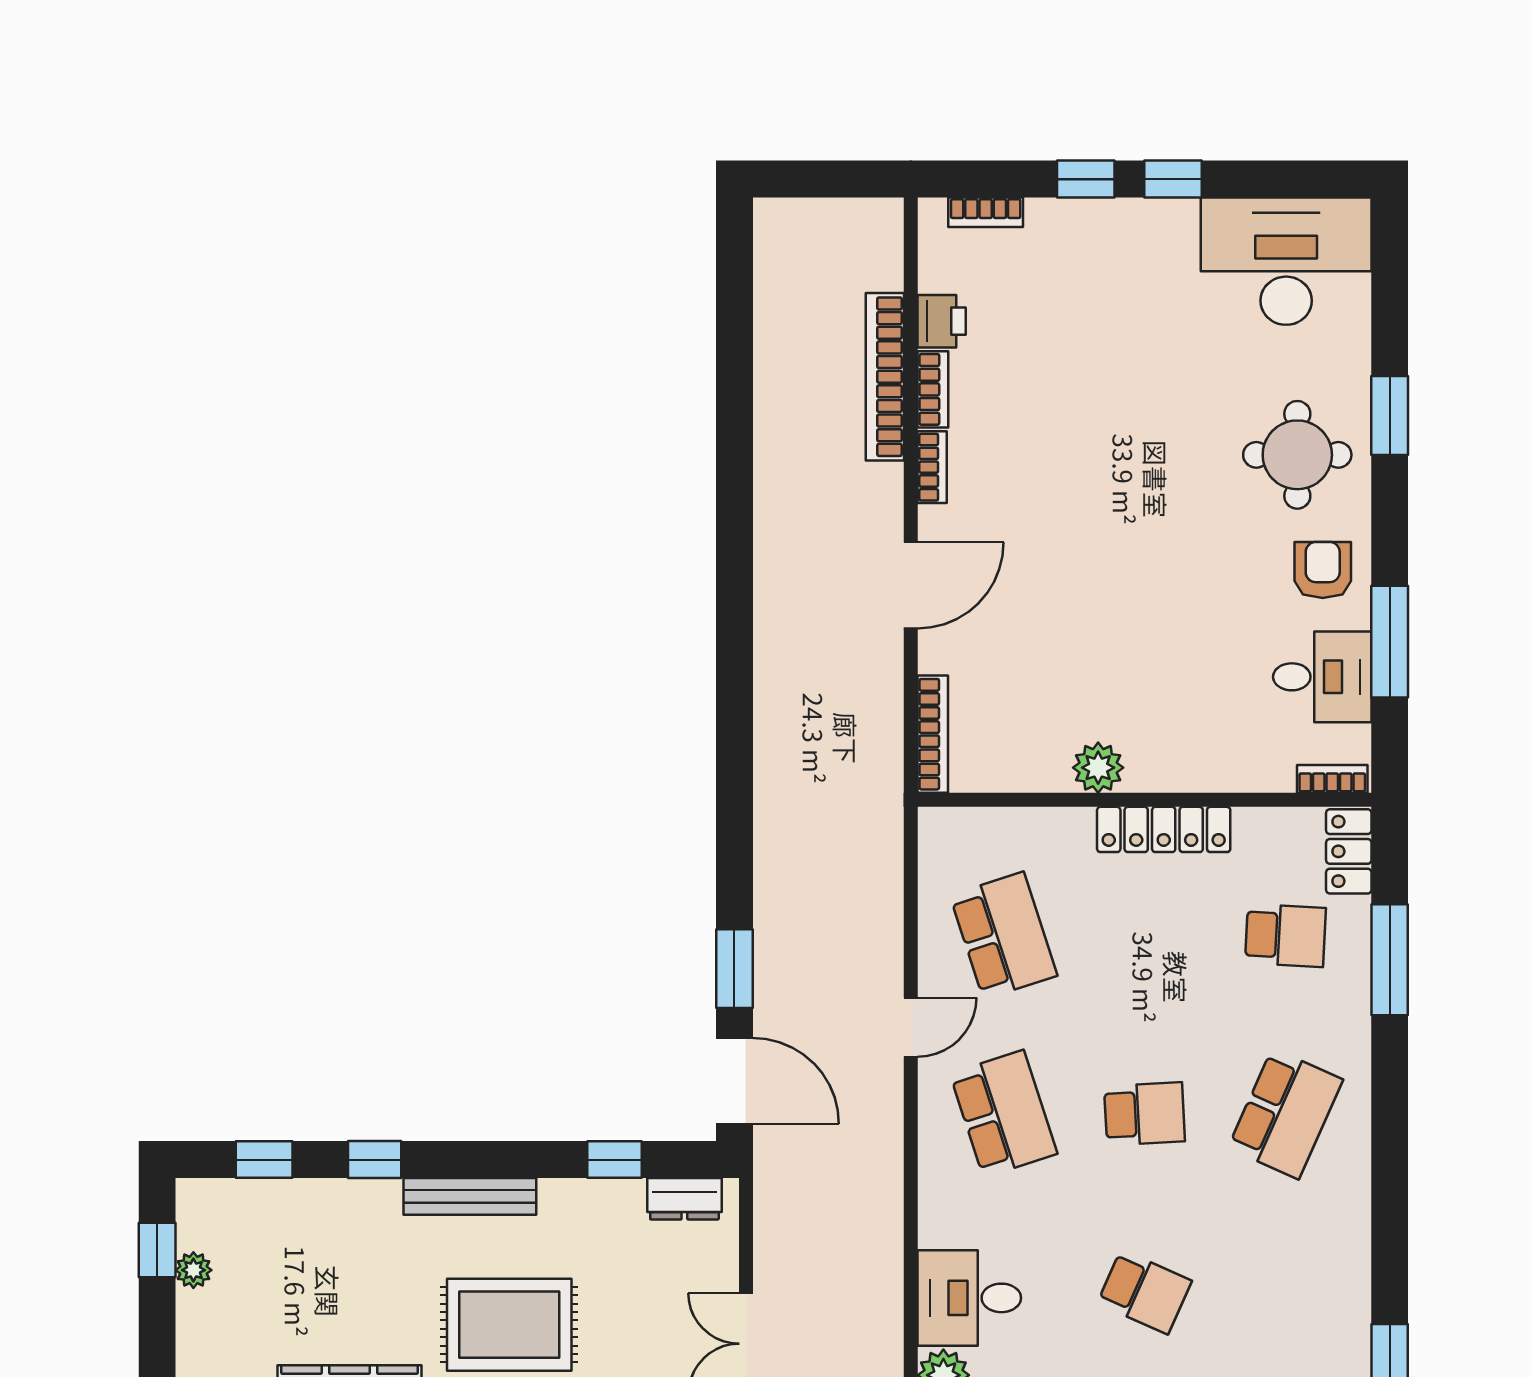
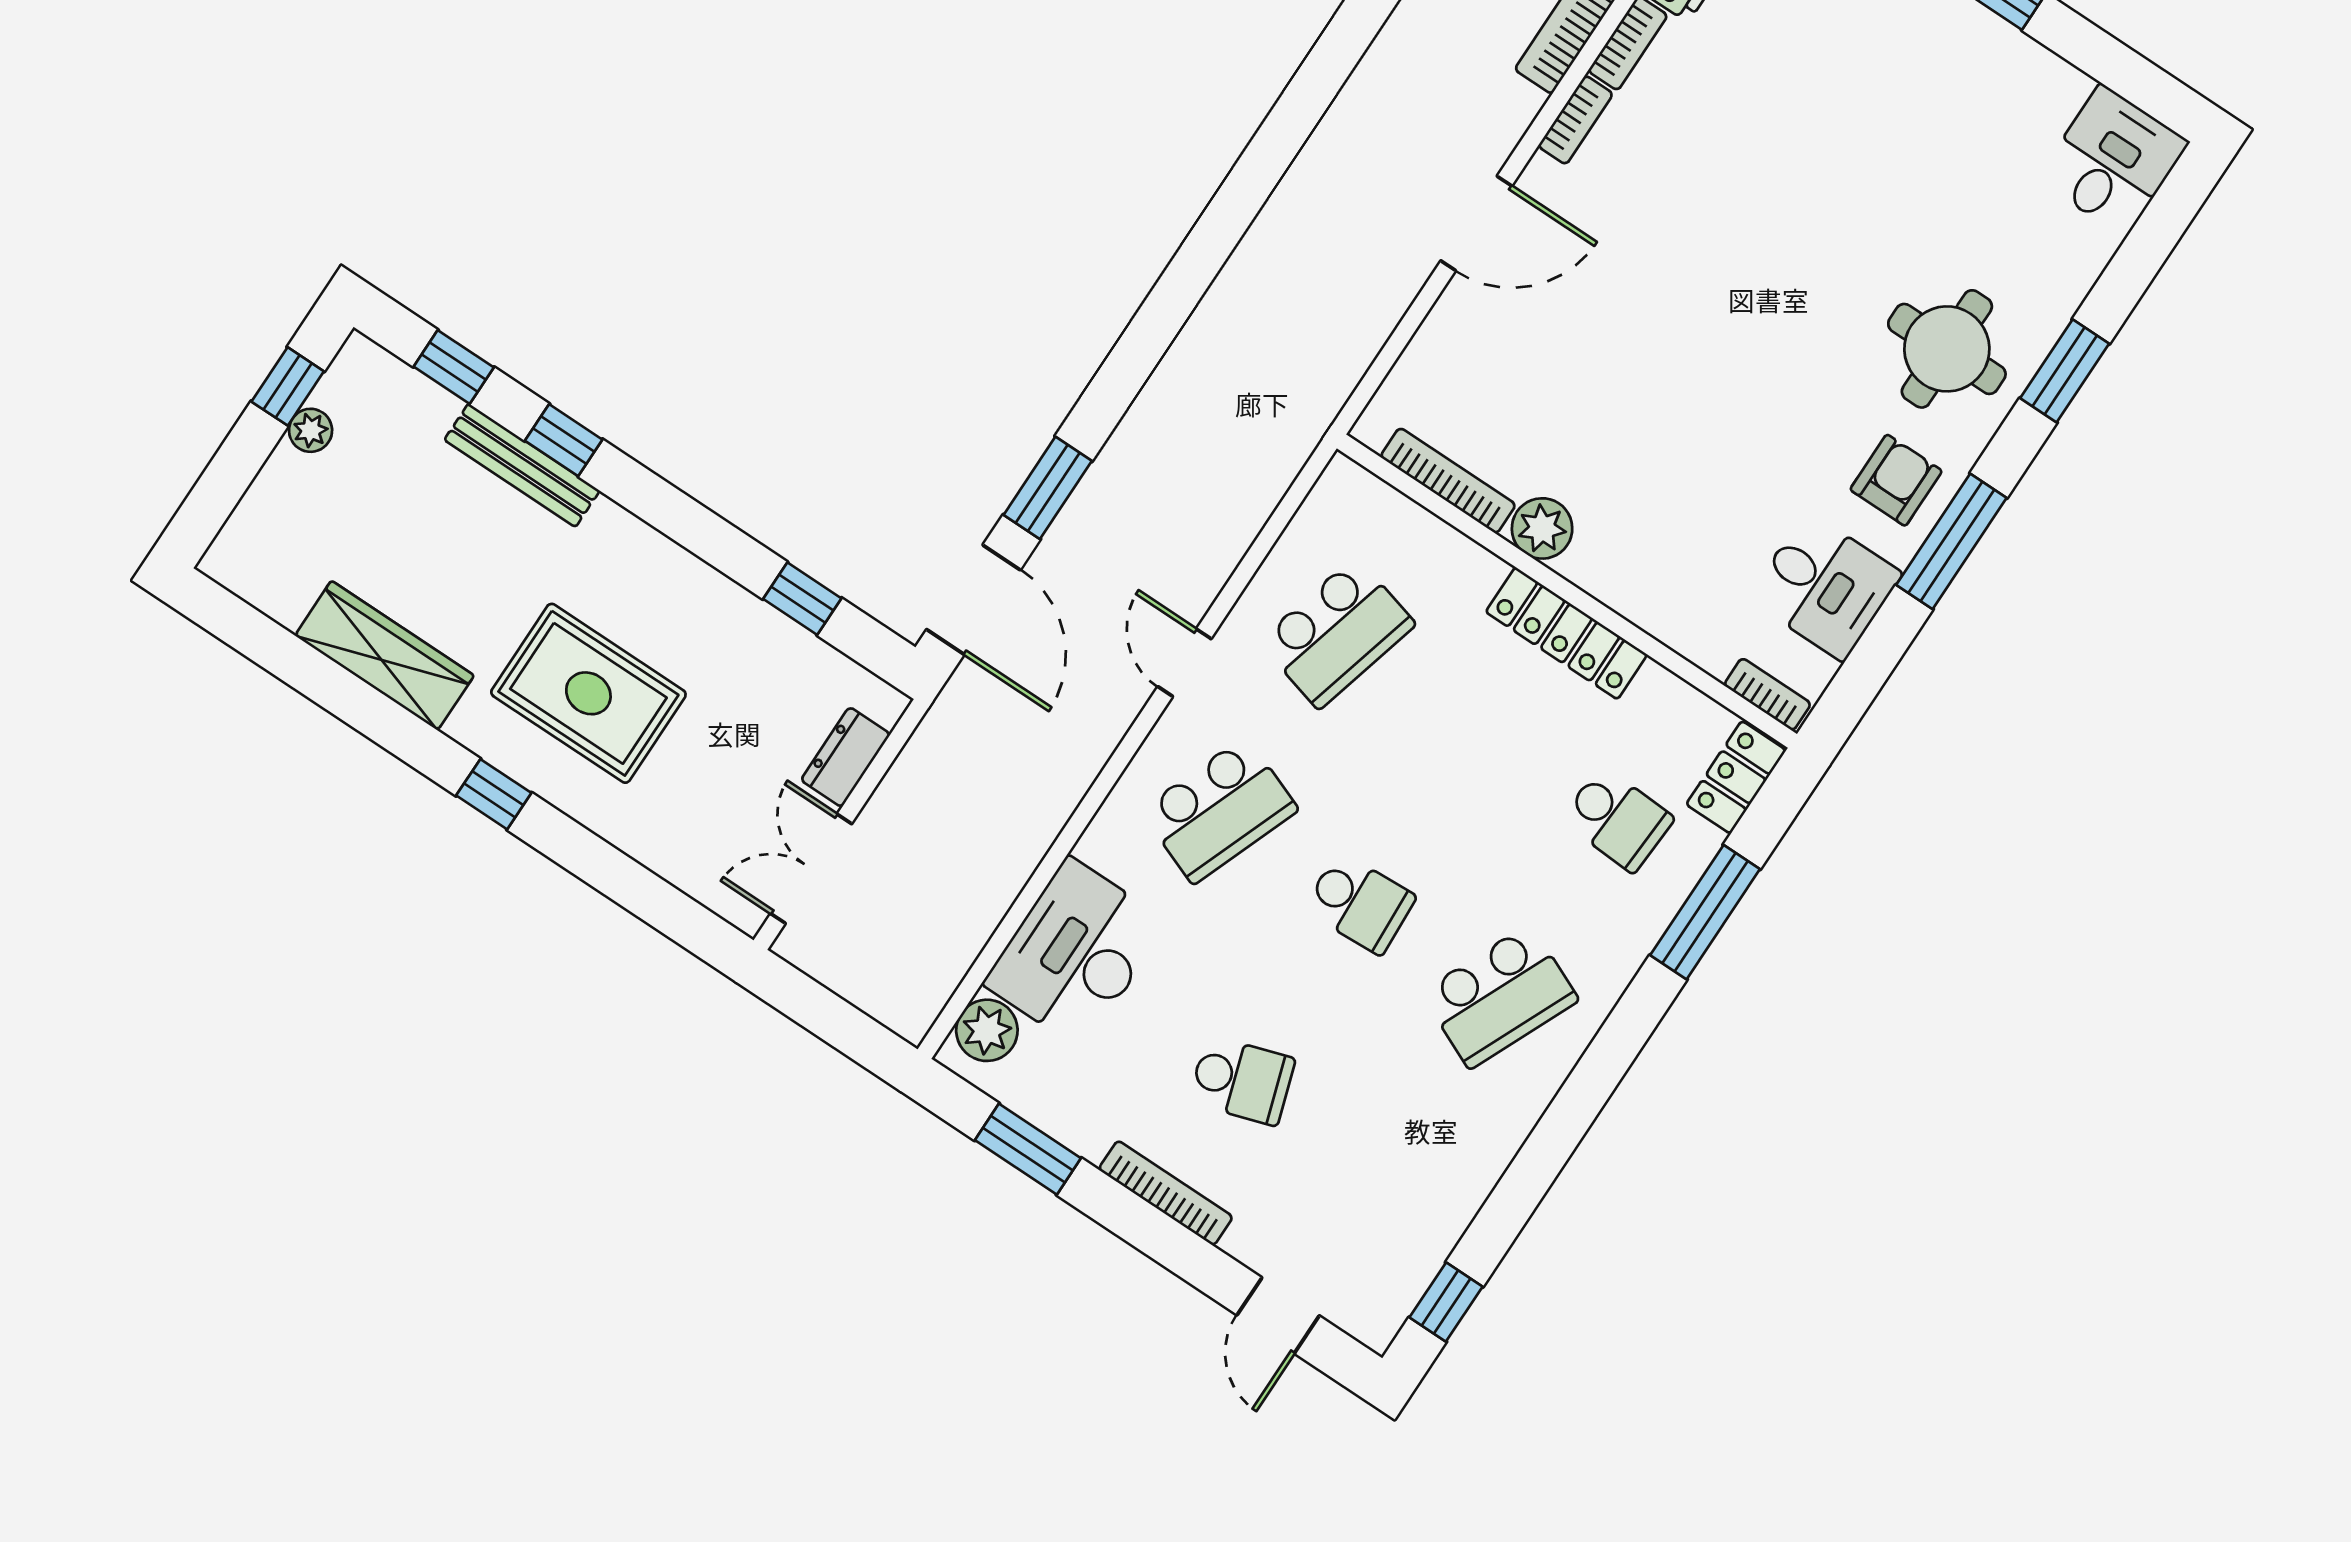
desk: (1286, 261) -> (2113, 161), width x0.53, depth x0.77
window: (1390, 642) -> (1951, 541), moved
bookcase: (933, 734) -> (1448, 481), moved, turned -90
school desk: (1004, 936) -> (1337, 633), turned 33
door: (911, 1027) -> (1184, 663), swing flipped
school desk: (1004, 1114) -> (1219, 810), turned 39
bench: (470, 1196) -> (522, 465), moved
dresser: (684, 1199) -> (846, 757), moved, turned 90
school desk: (1145, 1292) -> (1242, 1080), turned -42
desk: (969, 1298) -> (1075, 953), width x1.37

